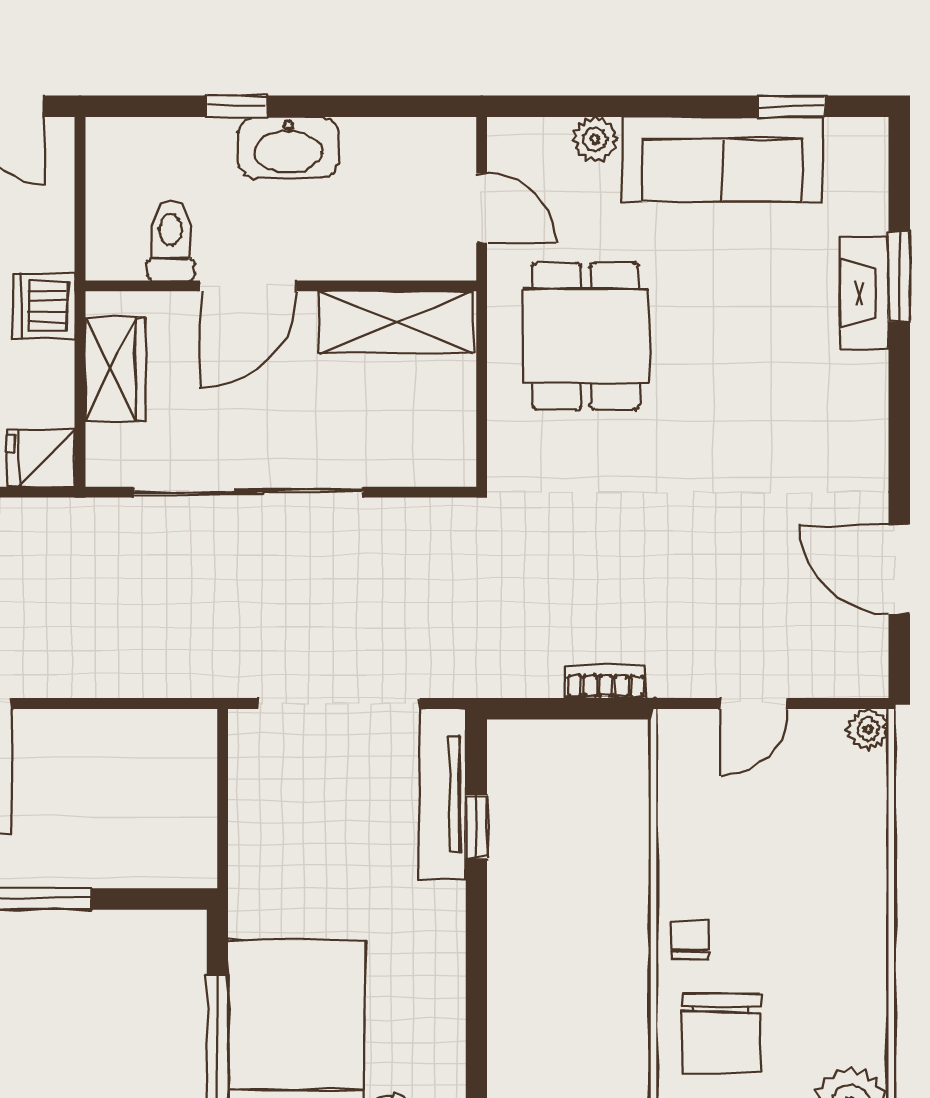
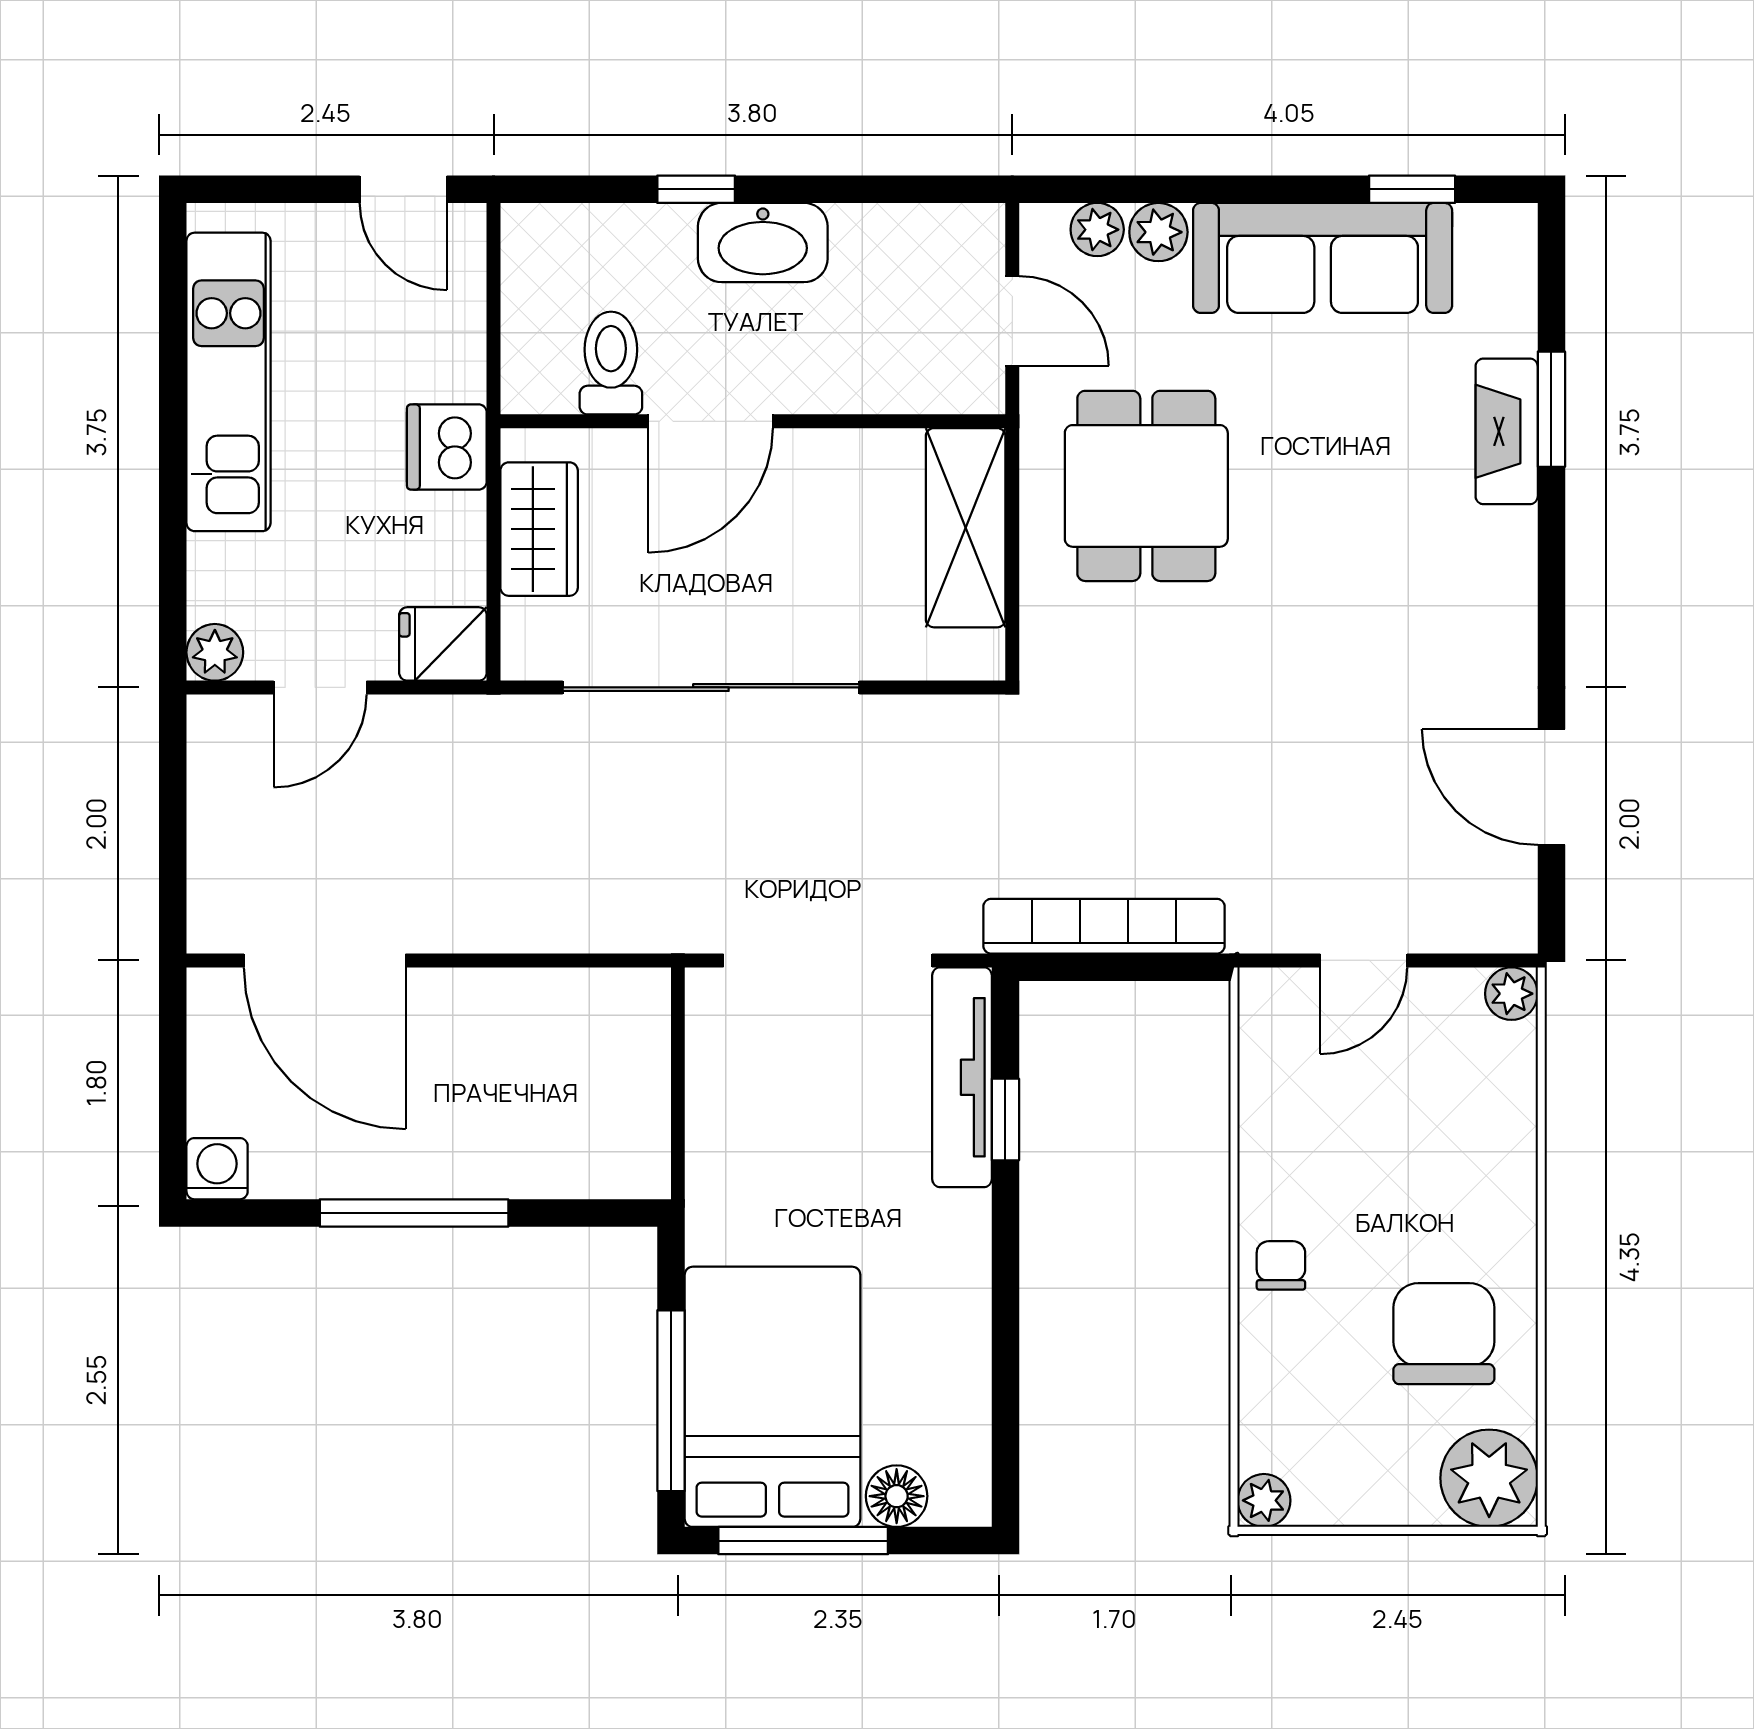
plant: (547, 137) -> (1097, 230), added
shelving: (396, 322) -> (966, 528), moved, turned 90
bookcase: (606, 682) -> (1104, 926), width x2.31, depth x1.31
chair: (722, 1033) -> (1444, 1334), moved, turned 180

